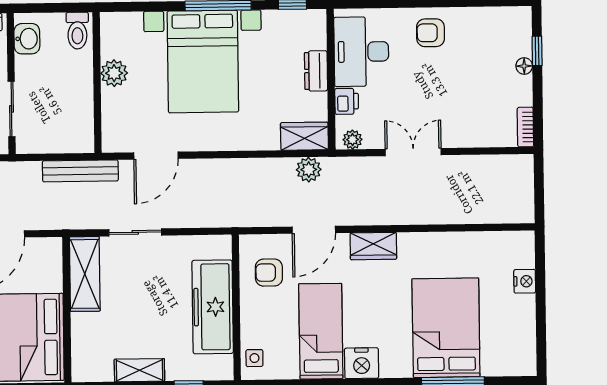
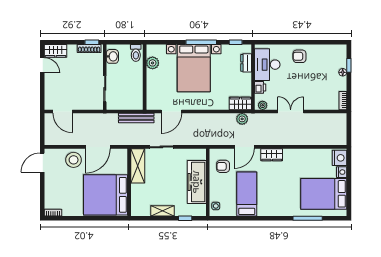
dresser: (316, 71) -> (246, 63), moved
plant: (114, 73) -> (153, 63), moved
bed: (446, 328) -> (324, 194), moved, turned -90
nightstand: (362, 363) -> (340, 158), moved, turned -90

